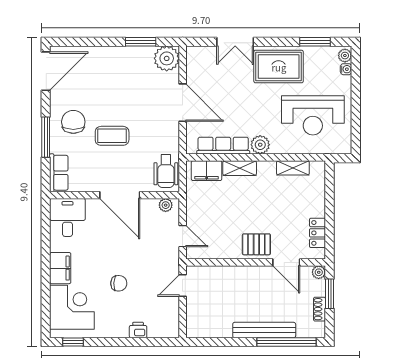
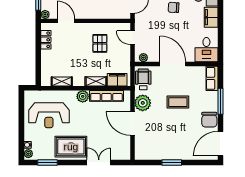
window: (141, 42) -> (172, 163), moved
plant: (167, 58) -> (143, 103), moved
reception desk: (313, 115) -> (49, 115), turned 180
chair: (73, 122) -> (209, 120), moved
pallet: (256, 244) -> (100, 43), moved, turned 90

